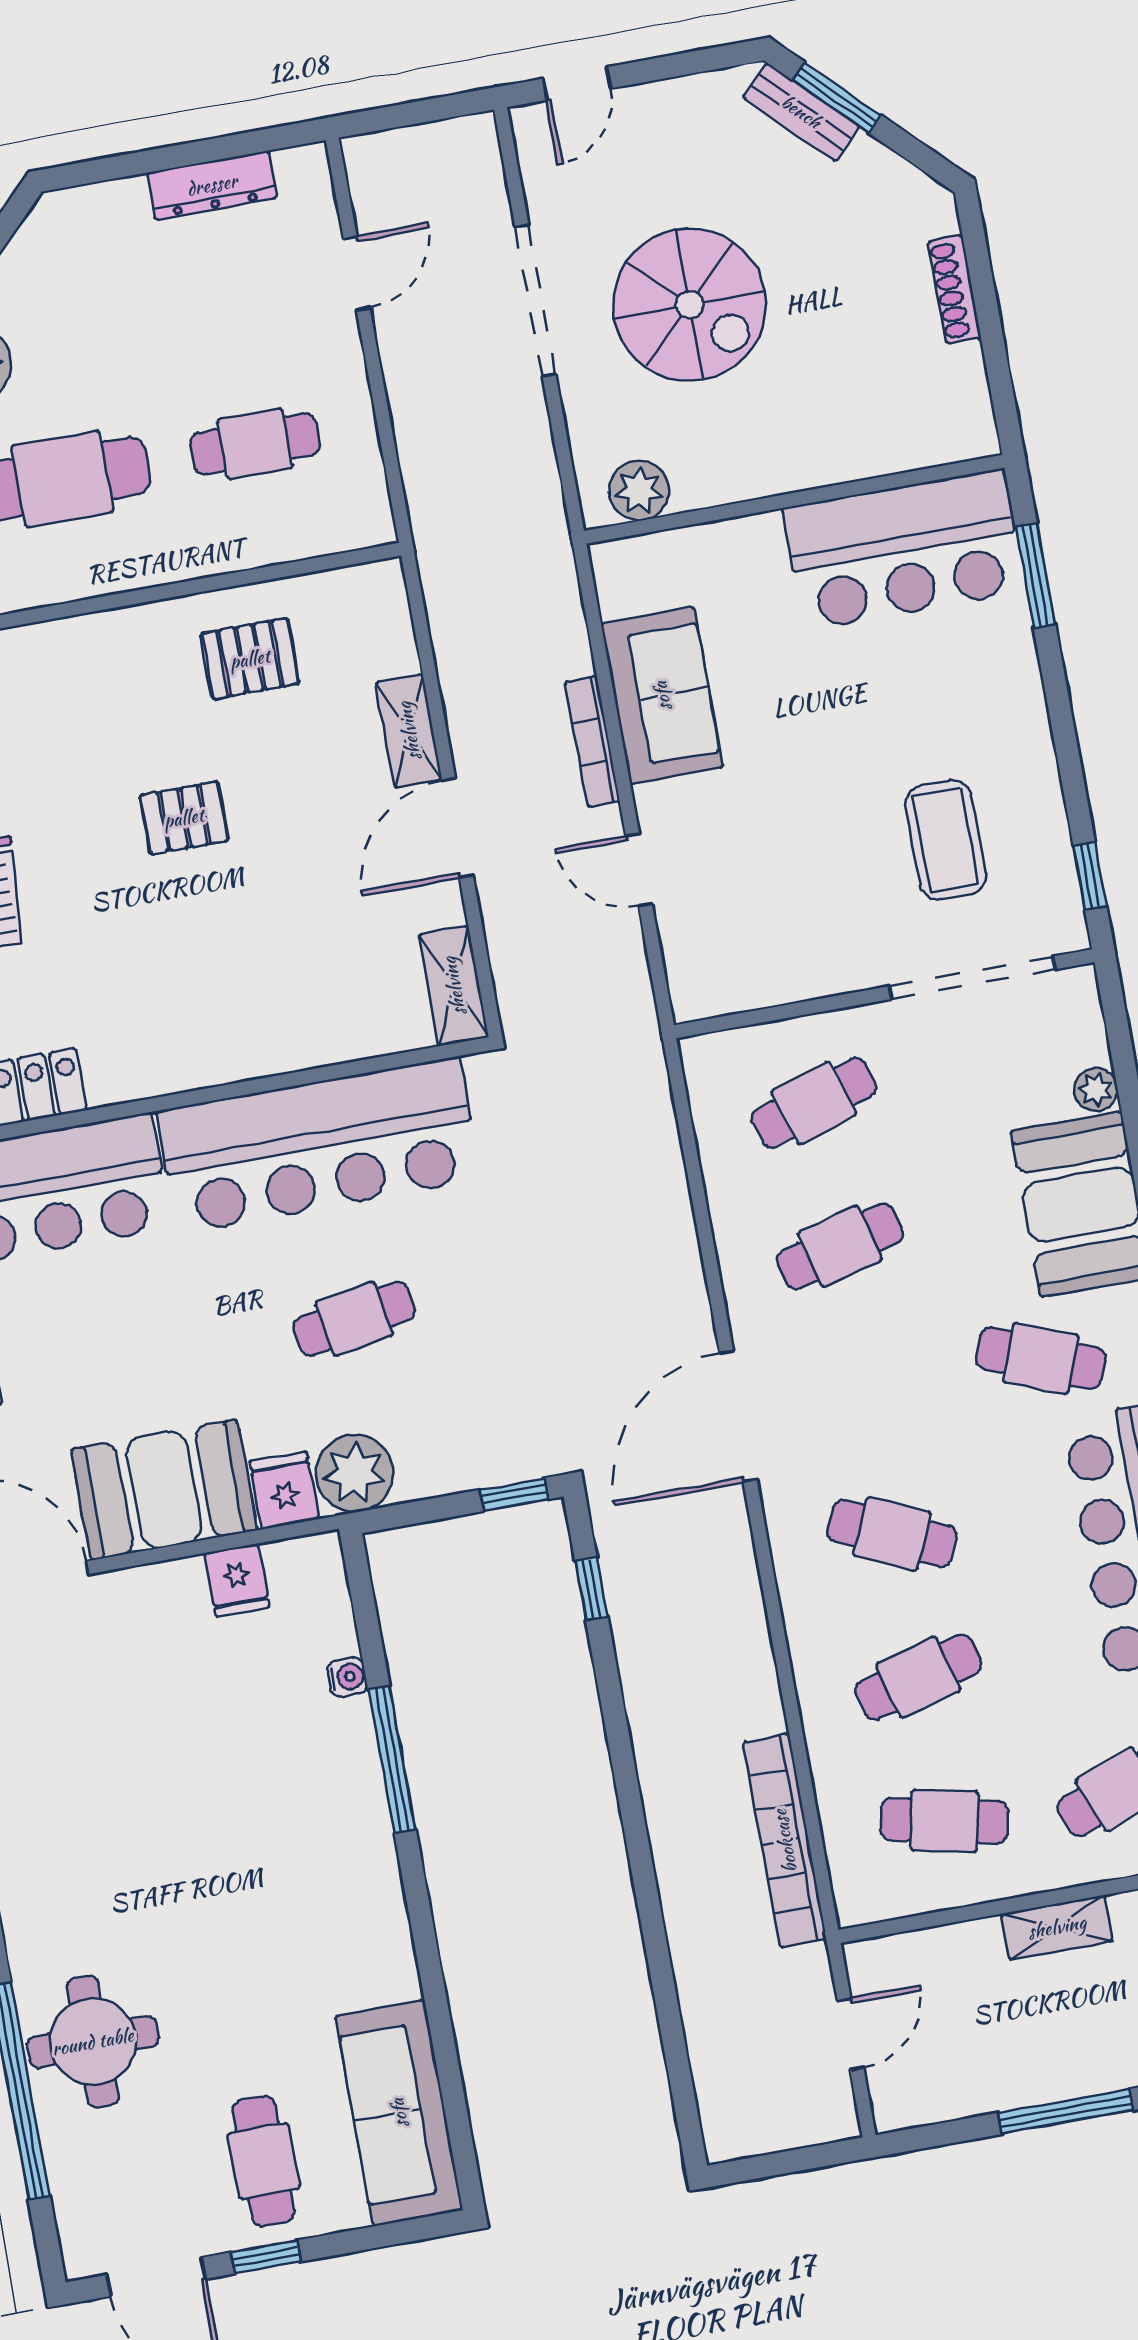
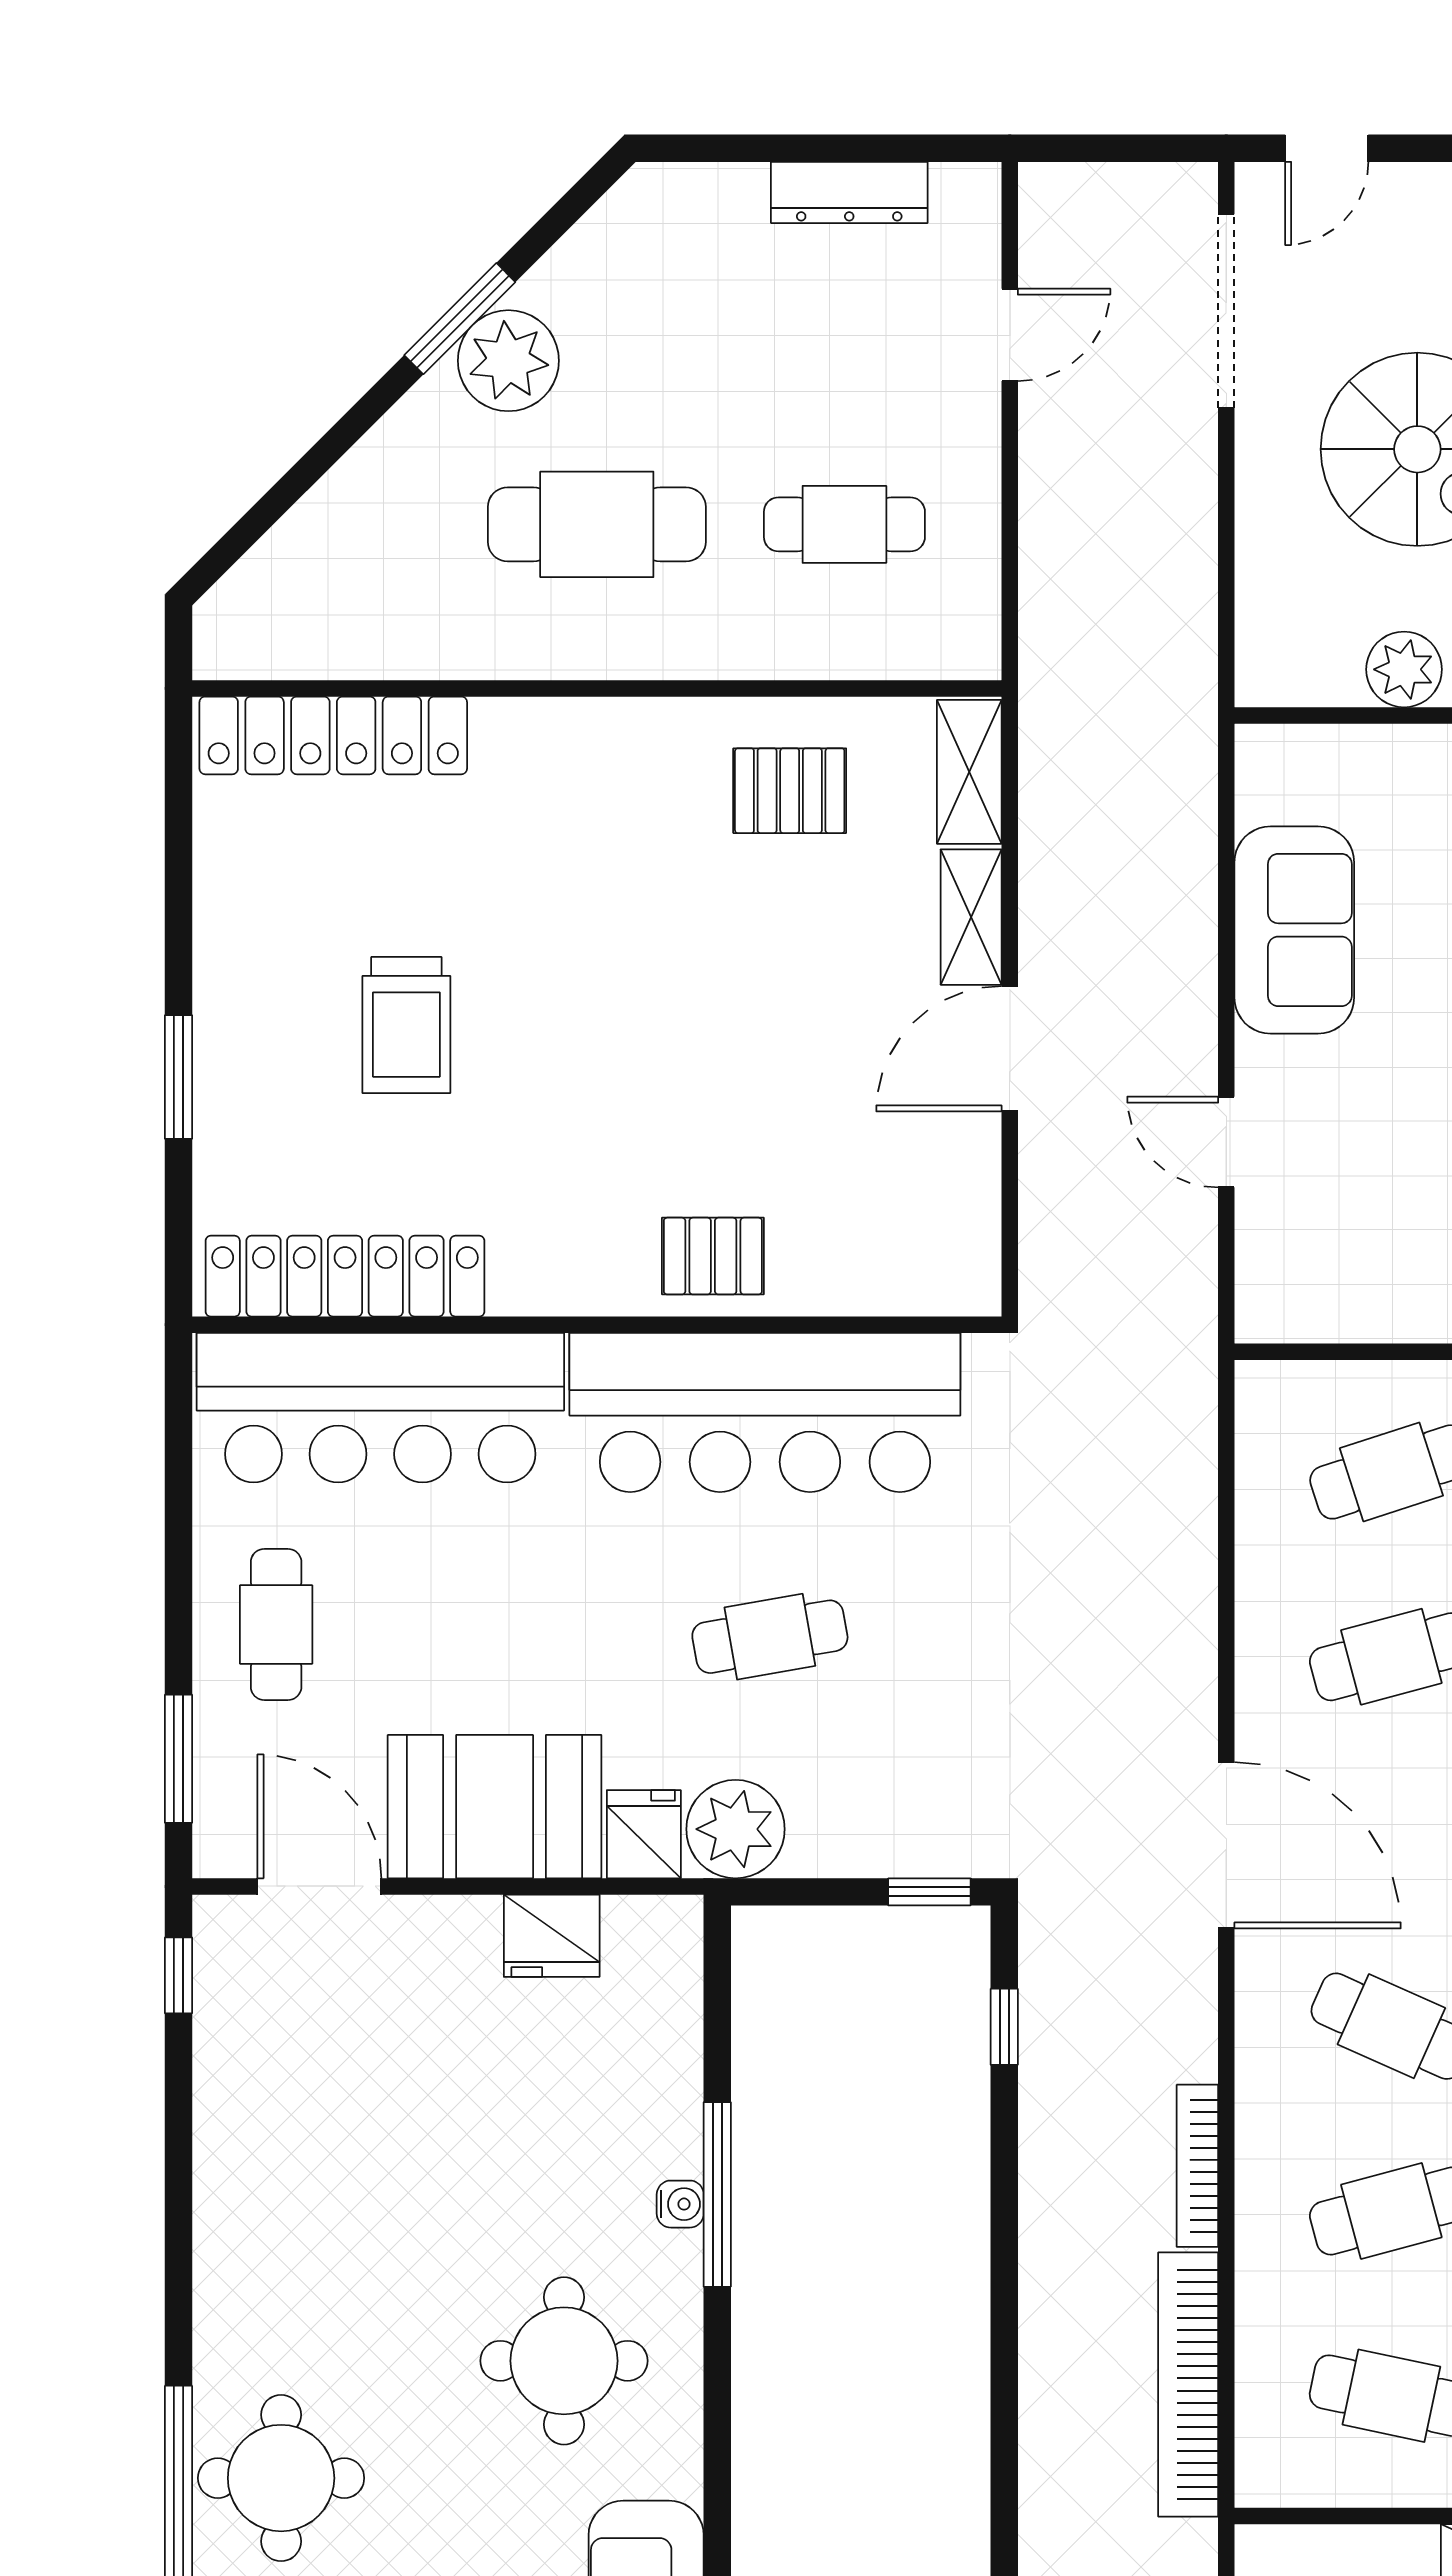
doorway: (535, 301) -> (1226, 311), moved
plant: (639, 491) -> (1404, 669), moved
bookcase: (592, 741) -> (1197, 2166), moved
pallet: (184, 818) -> (713, 1256), moved
shelving: (454, 986) -> (969, 772), moved
door: (738, 1416) -> (1226, 1845), swing flipped
fridge: (237, 1580) -> (552, 1936), width x1.38
water cooler: (347, 1677) -> (680, 2204), moved
round table: (296, 1911) -> (564, 2361), added

